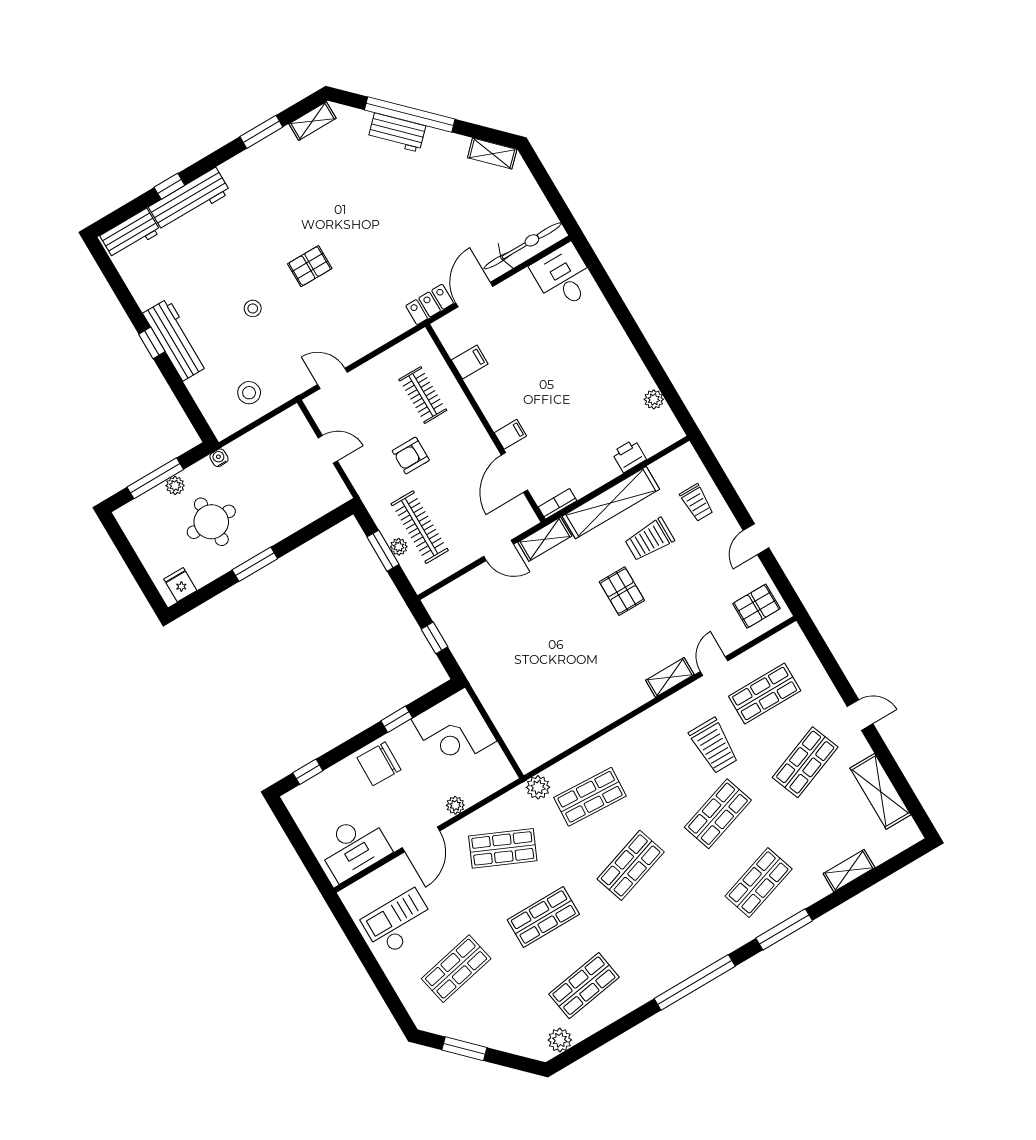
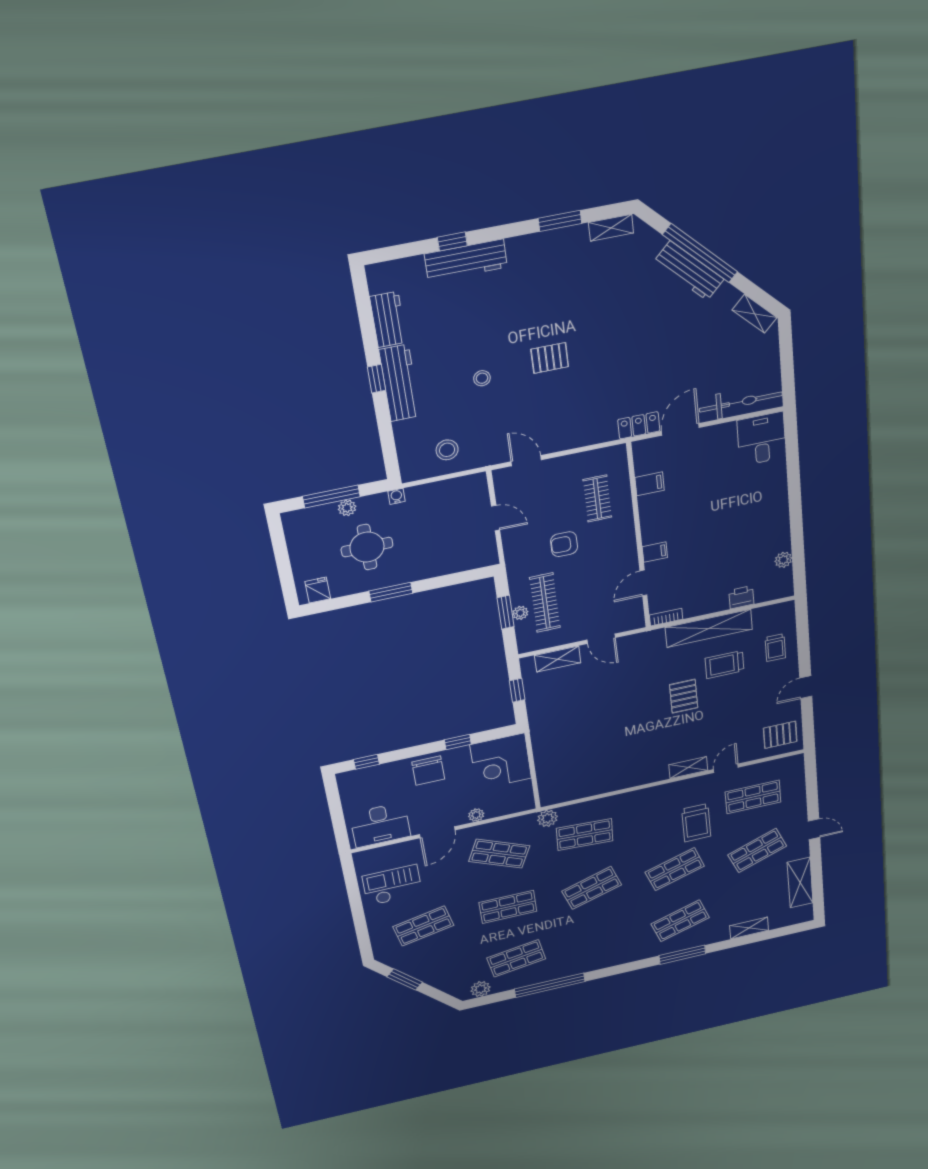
workbench: (397, 133) -> (689, 271), width x1.38
workbench: (130, 234) -> (388, 319), moved, turned -90
door: (515, 473) -> (643, 583), width x0.73
shelving: (545, 539) -> (558, 659), moved
chair: (379, 764) -> (428, 771), turned -91
window: (695, 982) -> (550, 985), moved

